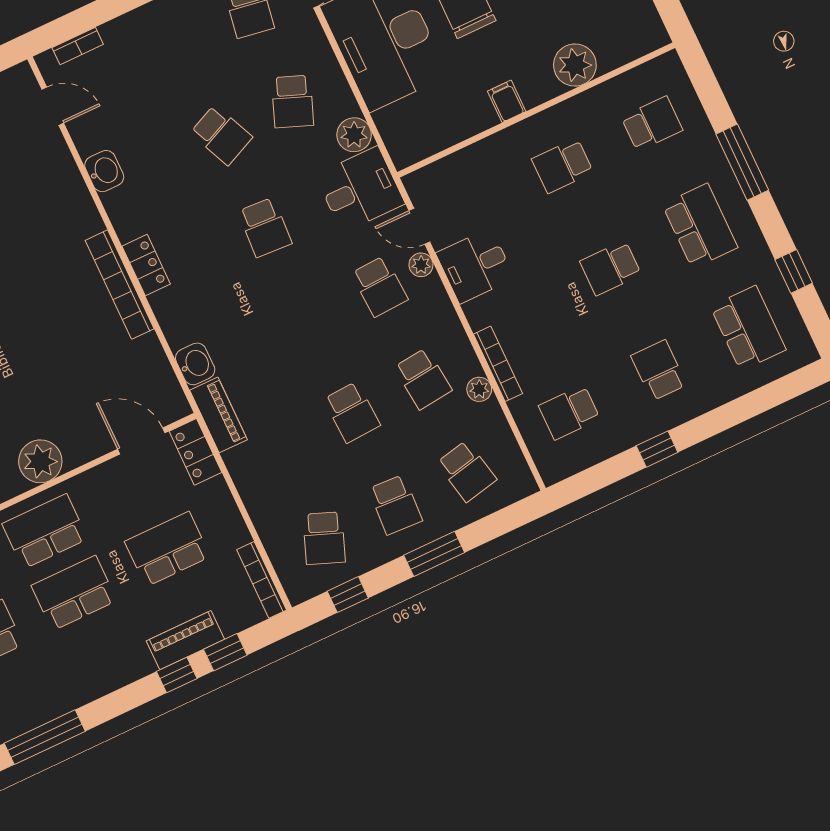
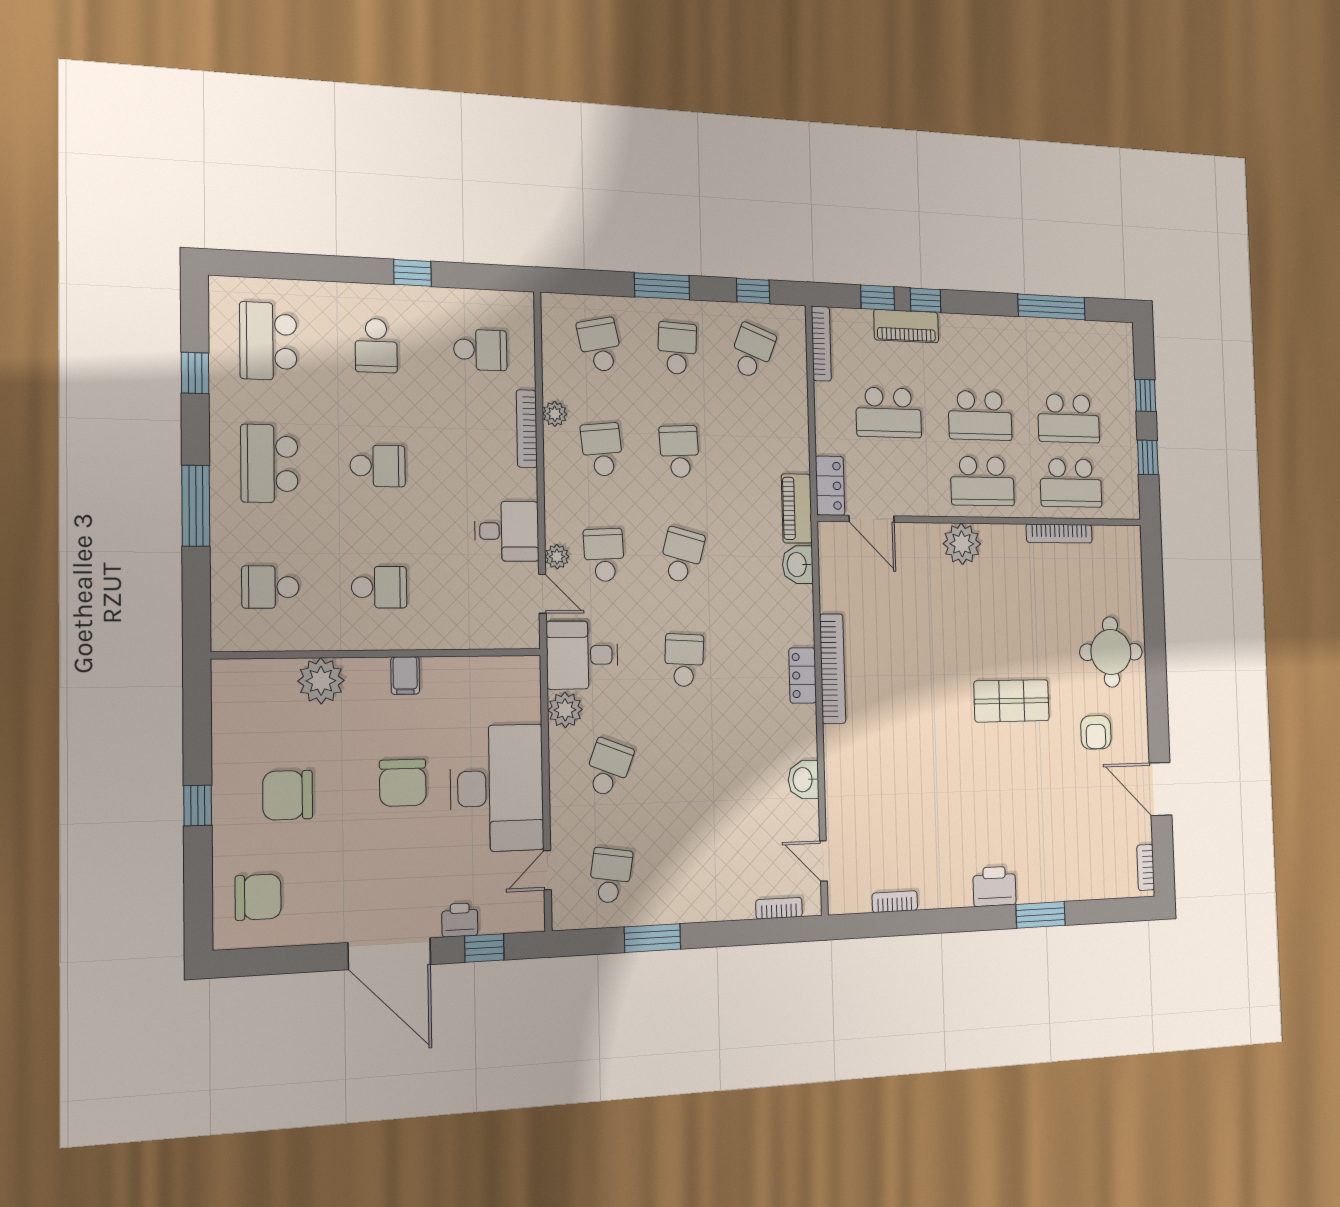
school desk: (221, 135) -> (682, 556), moved, turned 39

